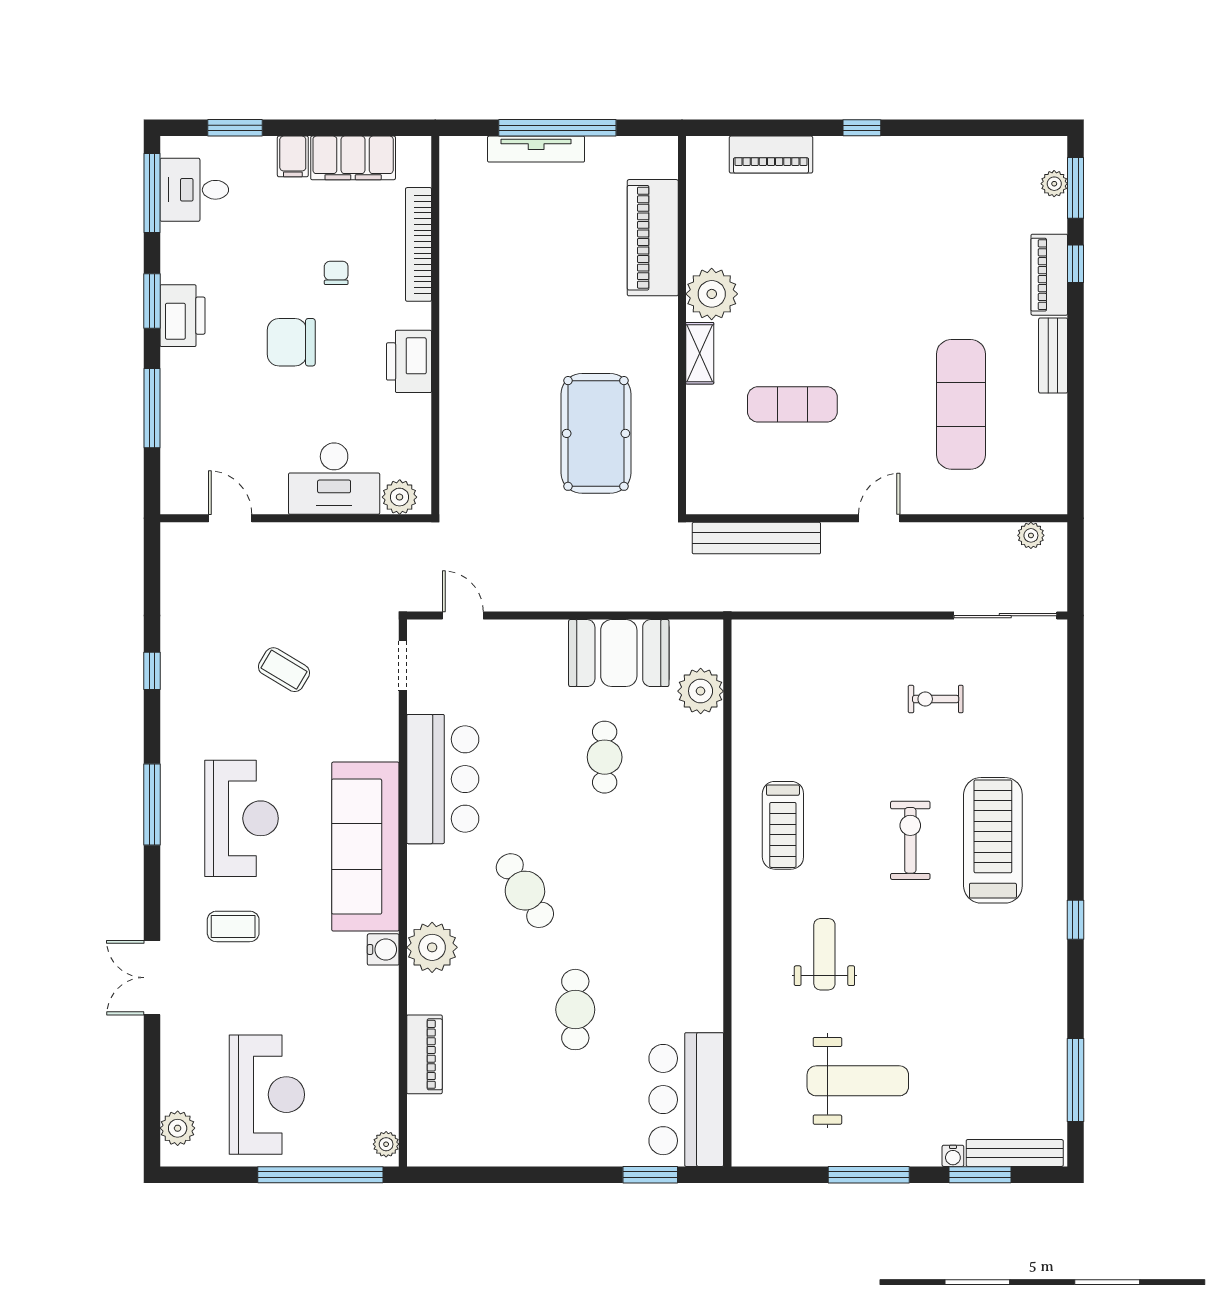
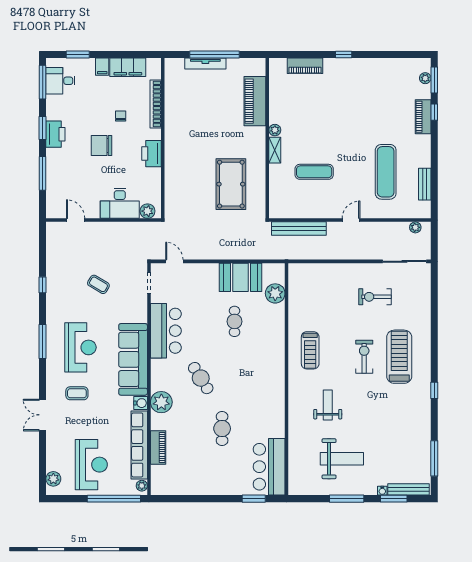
plant: (712, 294) -> (275, 130), width x0.53, depth x0.53
bench: (1053, 355) -> (425, 184), moved
exercise bike: (936, 699) -> (375, 297), width x1.38, depth x1.39
row of seats: (380, 1048) -> (139, 445), added

